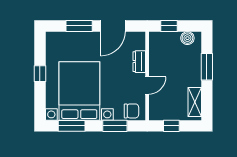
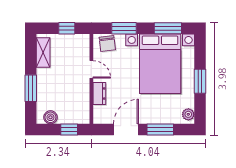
plant: (51, 41) -> (188, 114), added
window: (40, 74) -> (200, 81), width x1.50
door: (147, 85) -> (91, 69), swing flipped
chair: (131, 111) -> (107, 44), turned -97

